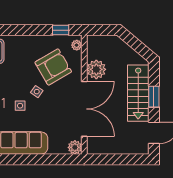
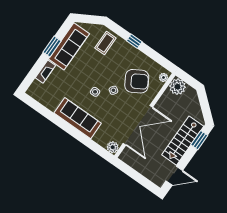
window: (61, 30) -> (134, 41), moved
plant: (96, 69) -> (177, 87), moved
window: (154, 97) -> (199, 140), moved

